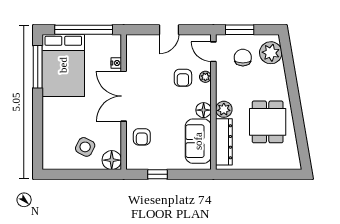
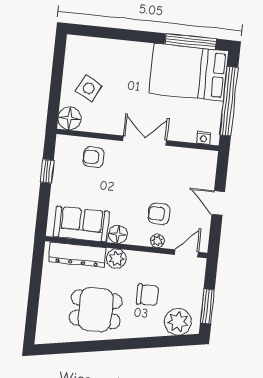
window: (240, 30) -> (207, 306), moved
chair: (243, 58) -> (148, 295), moved
nightstand: (116, 63) -> (204, 138), moved
double door: (124, 96) -> (145, 141), width x0.73

